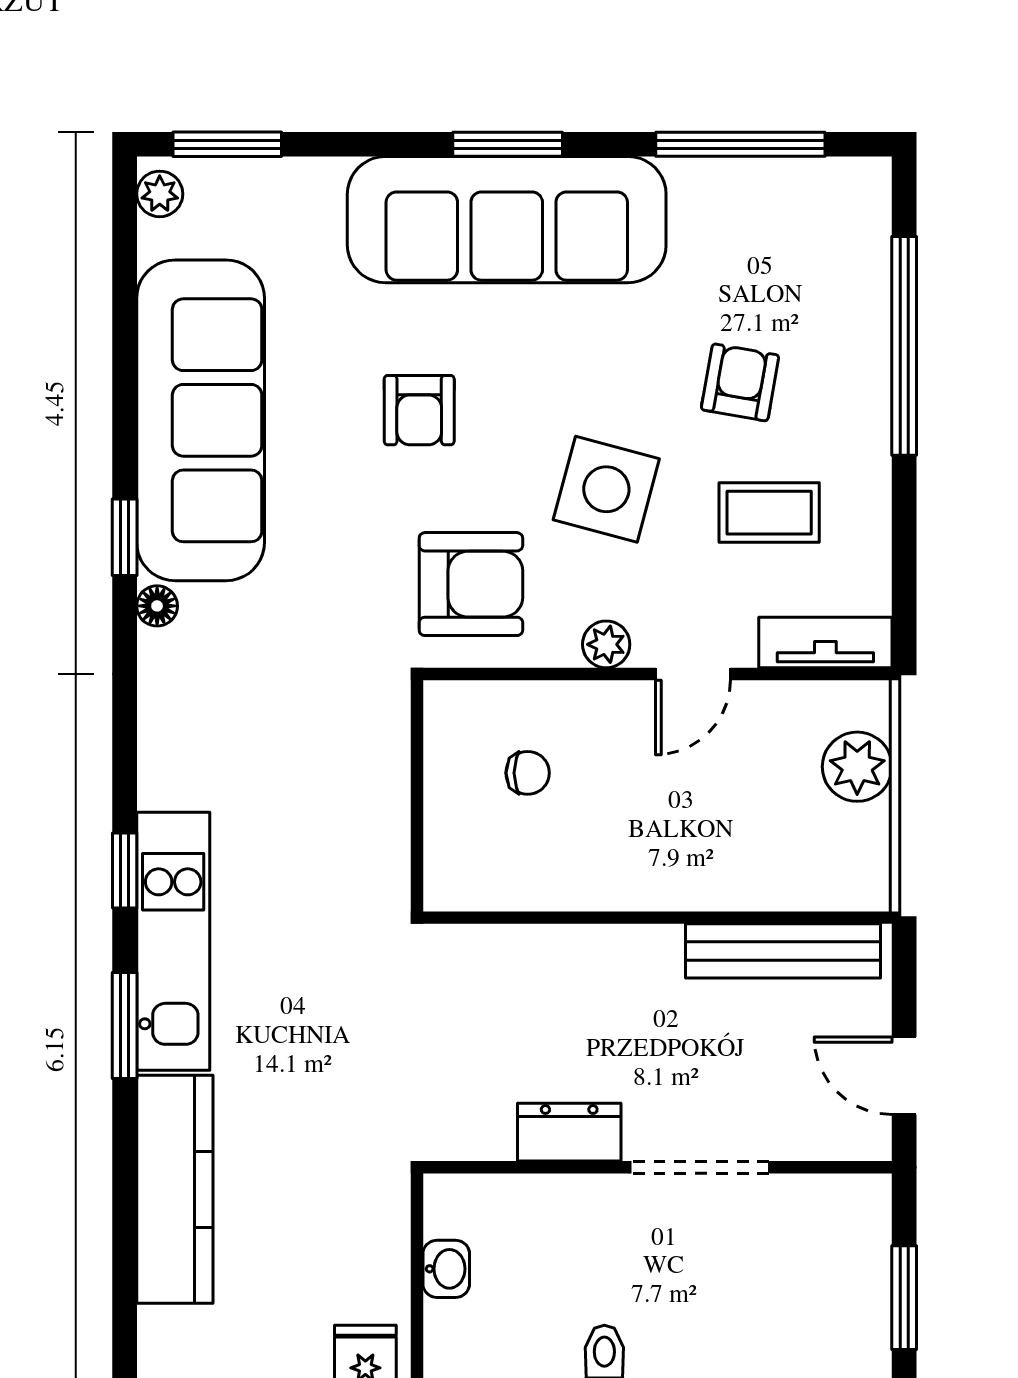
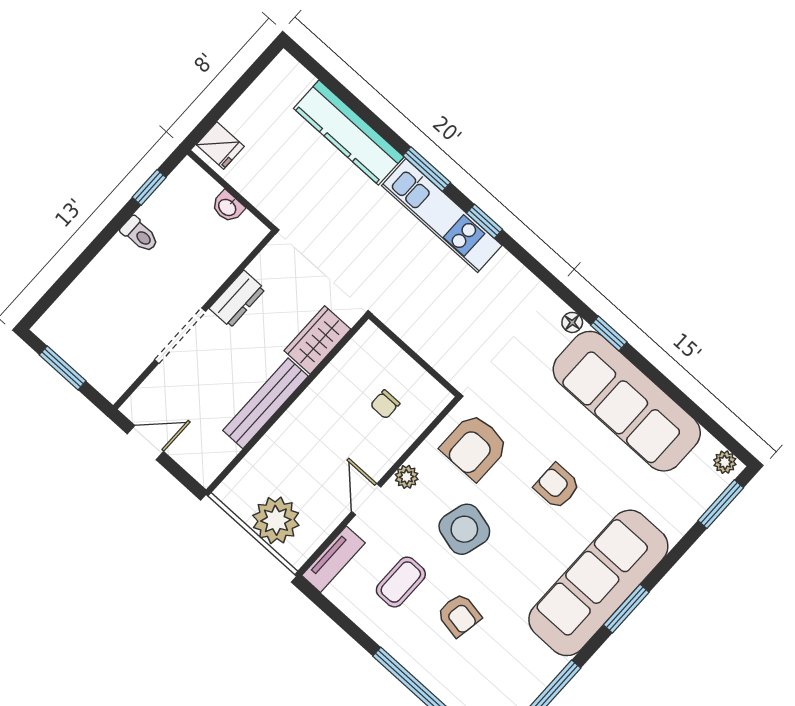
plant: (857, 767) -> (276, 520), width x1.36, depth x1.36
bench: (783, 951) -> (265, 403), moved
wardrobe: (523, 959) -> (317, 340), added

